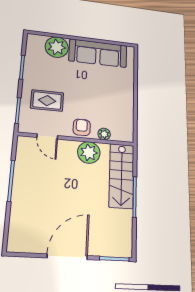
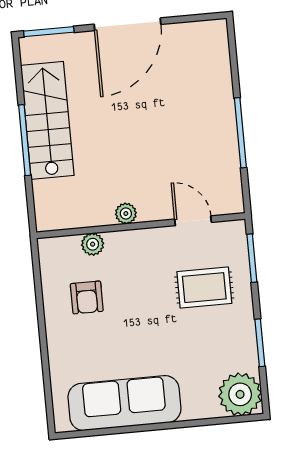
plant: (57, 47) -> (240, 394), moved
armchair: (82, 127) -> (87, 297), moved
plant: (89, 152) -> (126, 214), width x0.53, depth x0.53
stairs: (121, 176) -> (47, 120), moved

